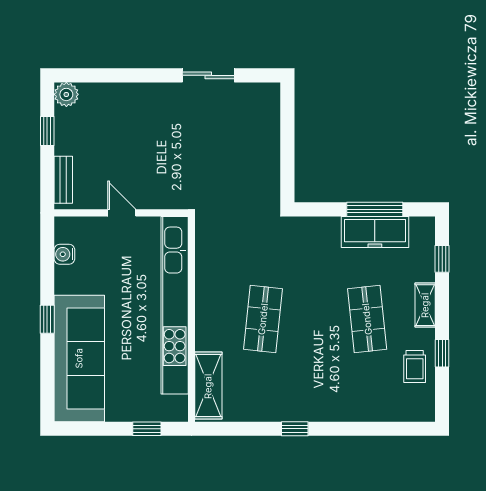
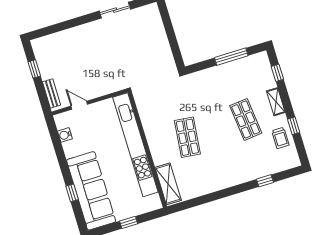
plant: (66, 94) -> (39, 45), removed
door: (122, 213) -> (79, 105), moved
freezer: (375, 232) -> (235, 69), removed
window: (47, 319) -> (72, 193), moved
window: (147, 429) -> (129, 222), moved
window: (295, 429) -> (265, 181), moved

